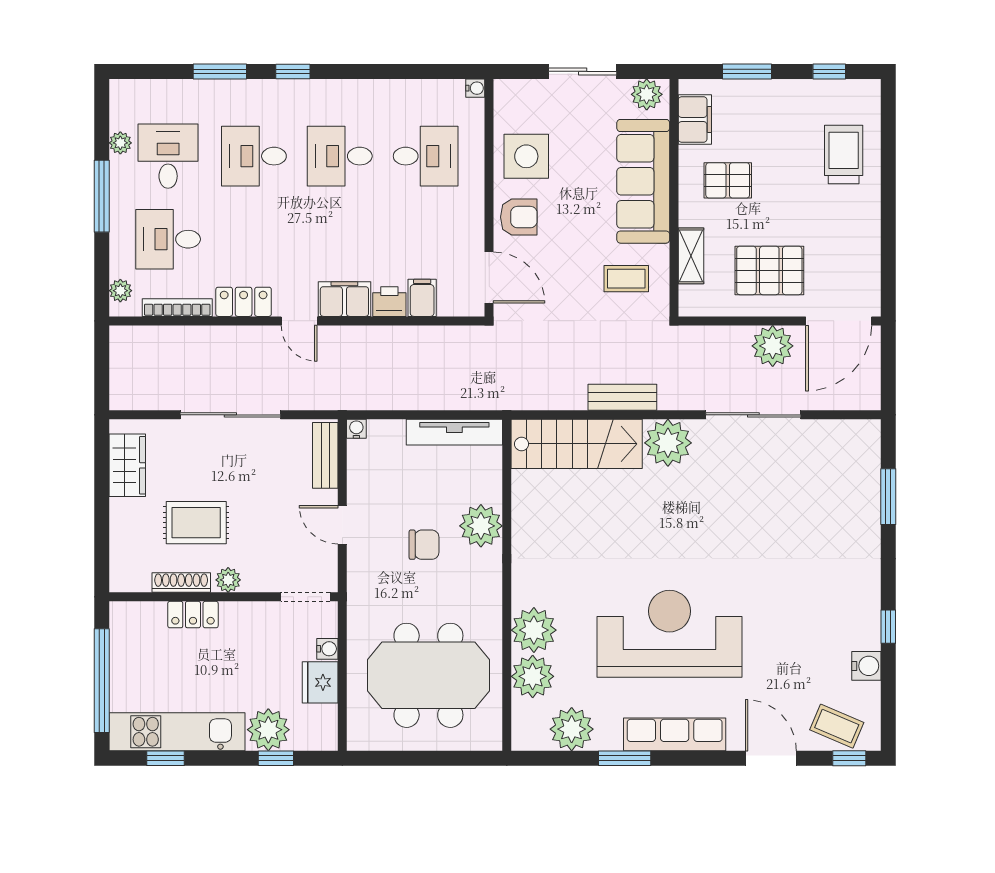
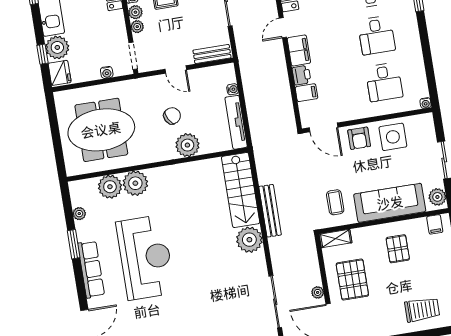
filing cabinet: (695, 120) -> (435, 224), width x0.50
desk: (340, 156) -> (376, 35), turned 180
shelving: (691, 256) -> (336, 238), moved
door: (489, 278) -> (323, 127), hinge flipped
plant: (773, 346) -> (318, 292), width x0.53, depth x0.53
bench: (622, 397) -> (270, 211), width x1.36
sliding door: (753, 415) -> (275, 302), moved
water cooler: (356, 429) -> (233, 89), moved
door: (342, 525) -> (176, 69), swing flipped
chair: (424, 545) -> (172, 116), turned -118
plant: (254, 581) -> (137, 27), added
meeting table: (428, 675) -> (101, 130), turned 90
fridge: (320, 682) -> (60, 73), moved, turned 90
plant: (572, 729) -> (79, 214), width x0.53, depth x0.53

